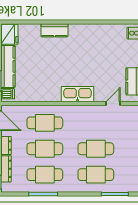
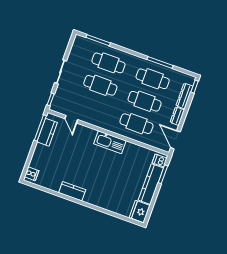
kitchen counter: (54, 30) -> (72, 191), moved
kitchen sink: (78, 94) -> (110, 142), moved
door: (113, 104) -> (71, 119), hinge flipped

